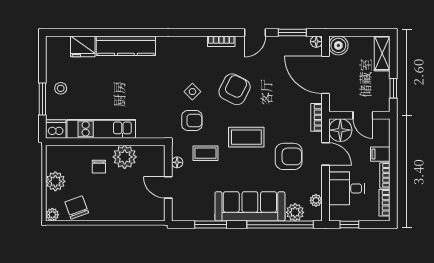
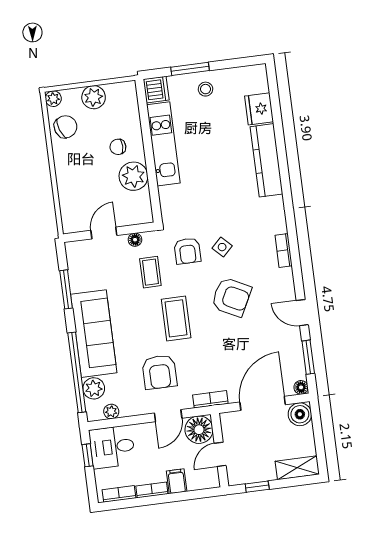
bookcase: (221, 41) -> (284, 250), moved
desk: (347, 188) -> (112, 447), moved, turned -90

